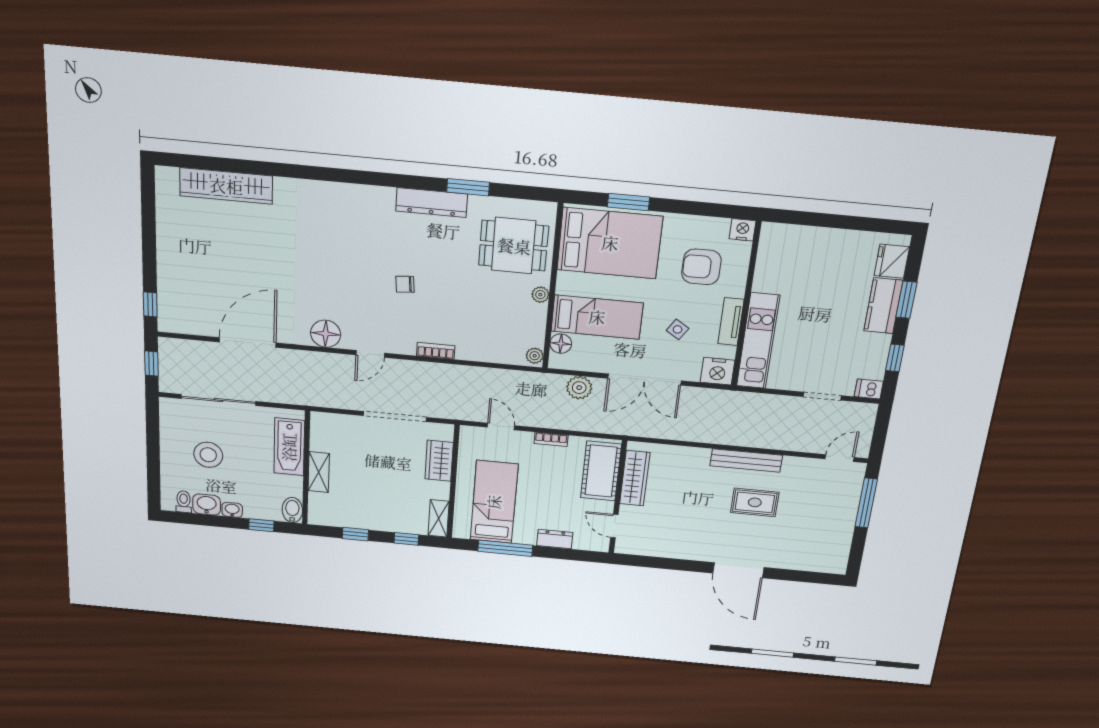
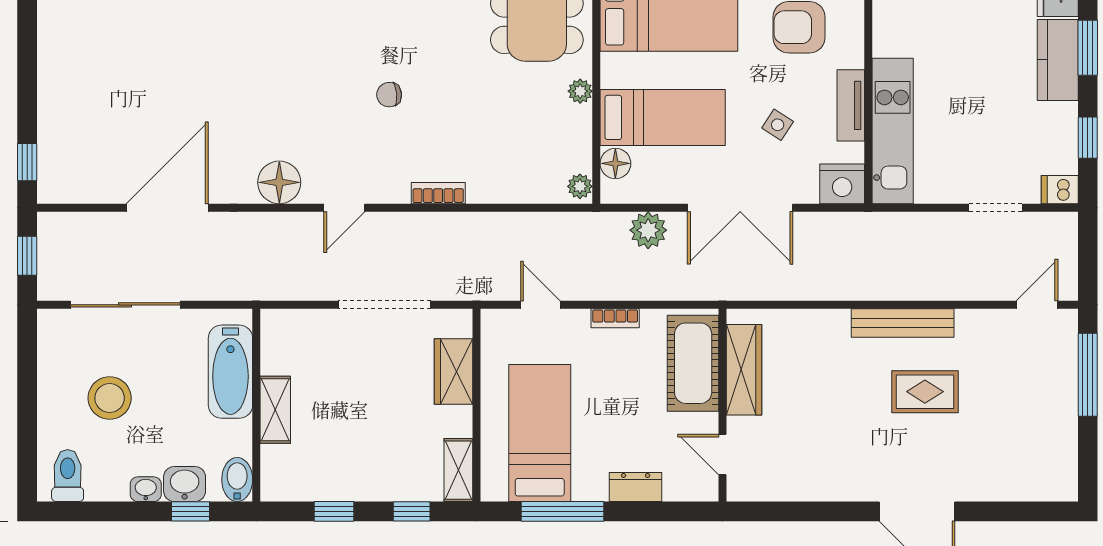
toilet: (184, 502) -> (68, 476), width x1.37, depth x1.39
washbasin: (207, 505) -> (185, 484), moved

